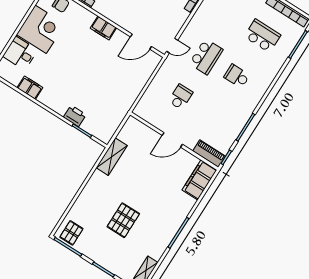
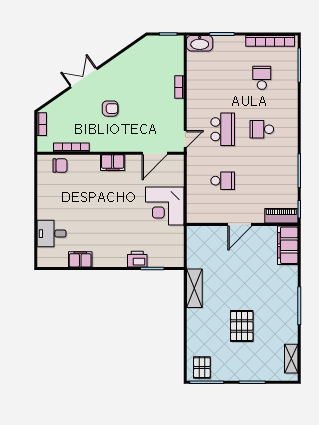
corner desk: (41, 29) -> (165, 206), moved, turned 180
school desk: (262, 36) -> (262, 78), width x0.54
school desk: (181, 97) -> (223, 181), turned 90
shelving: (112, 157) -> (194, 288), moved

